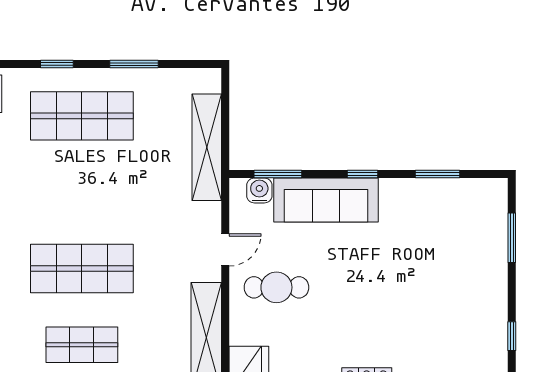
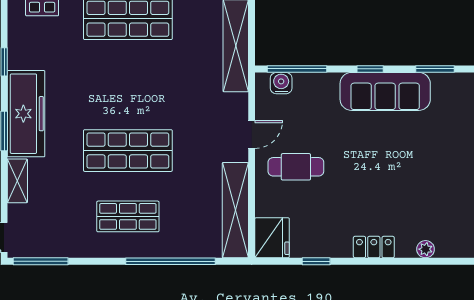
window: (278, 174) -> (297, 69), width x1.44
sofa: (326, 200) -> (385, 91), moved

